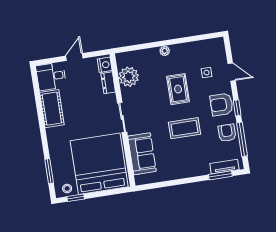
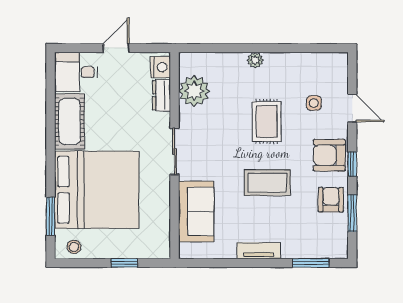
window: (242, 139) -> (352, 213), width x0.69
bed: (99, 164) -> (97, 190), moved, turned 90
tv unit: (224, 167) -> (259, 251), moved
window: (76, 198) -> (124, 263), moved

